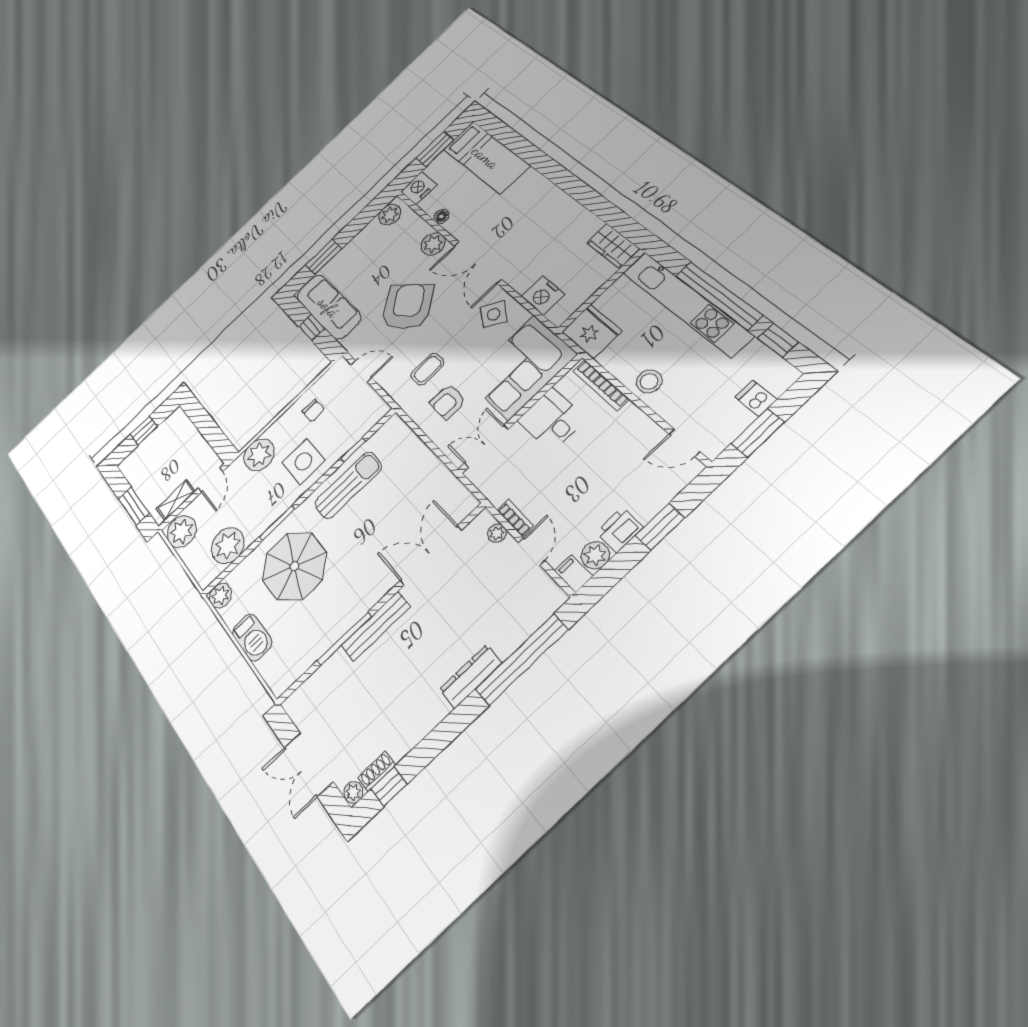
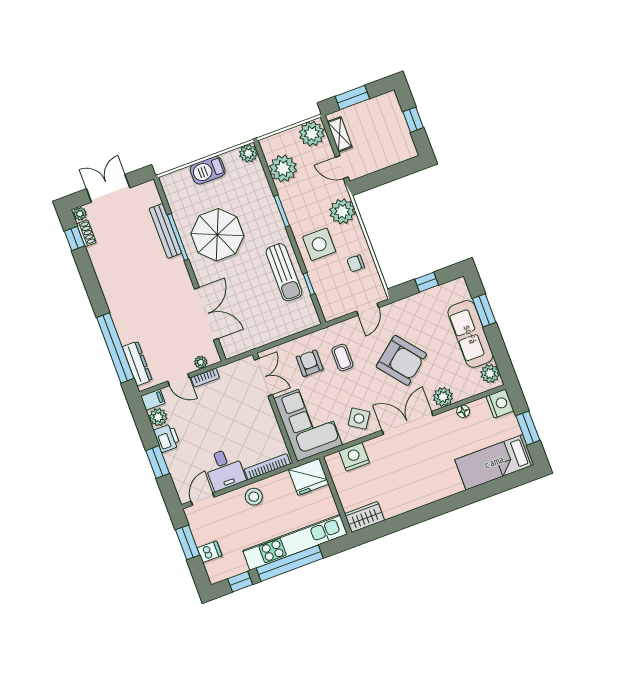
sofa: (329, 307) -> (470, 334), moved, turned 90
desk: (551, 420) -> (224, 469), moved, turned 90
parasol: (294, 566) -> (217, 235), moved
bench: (376, 626) -> (165, 231), moved
dresser: (471, 677) -> (137, 363), moved

